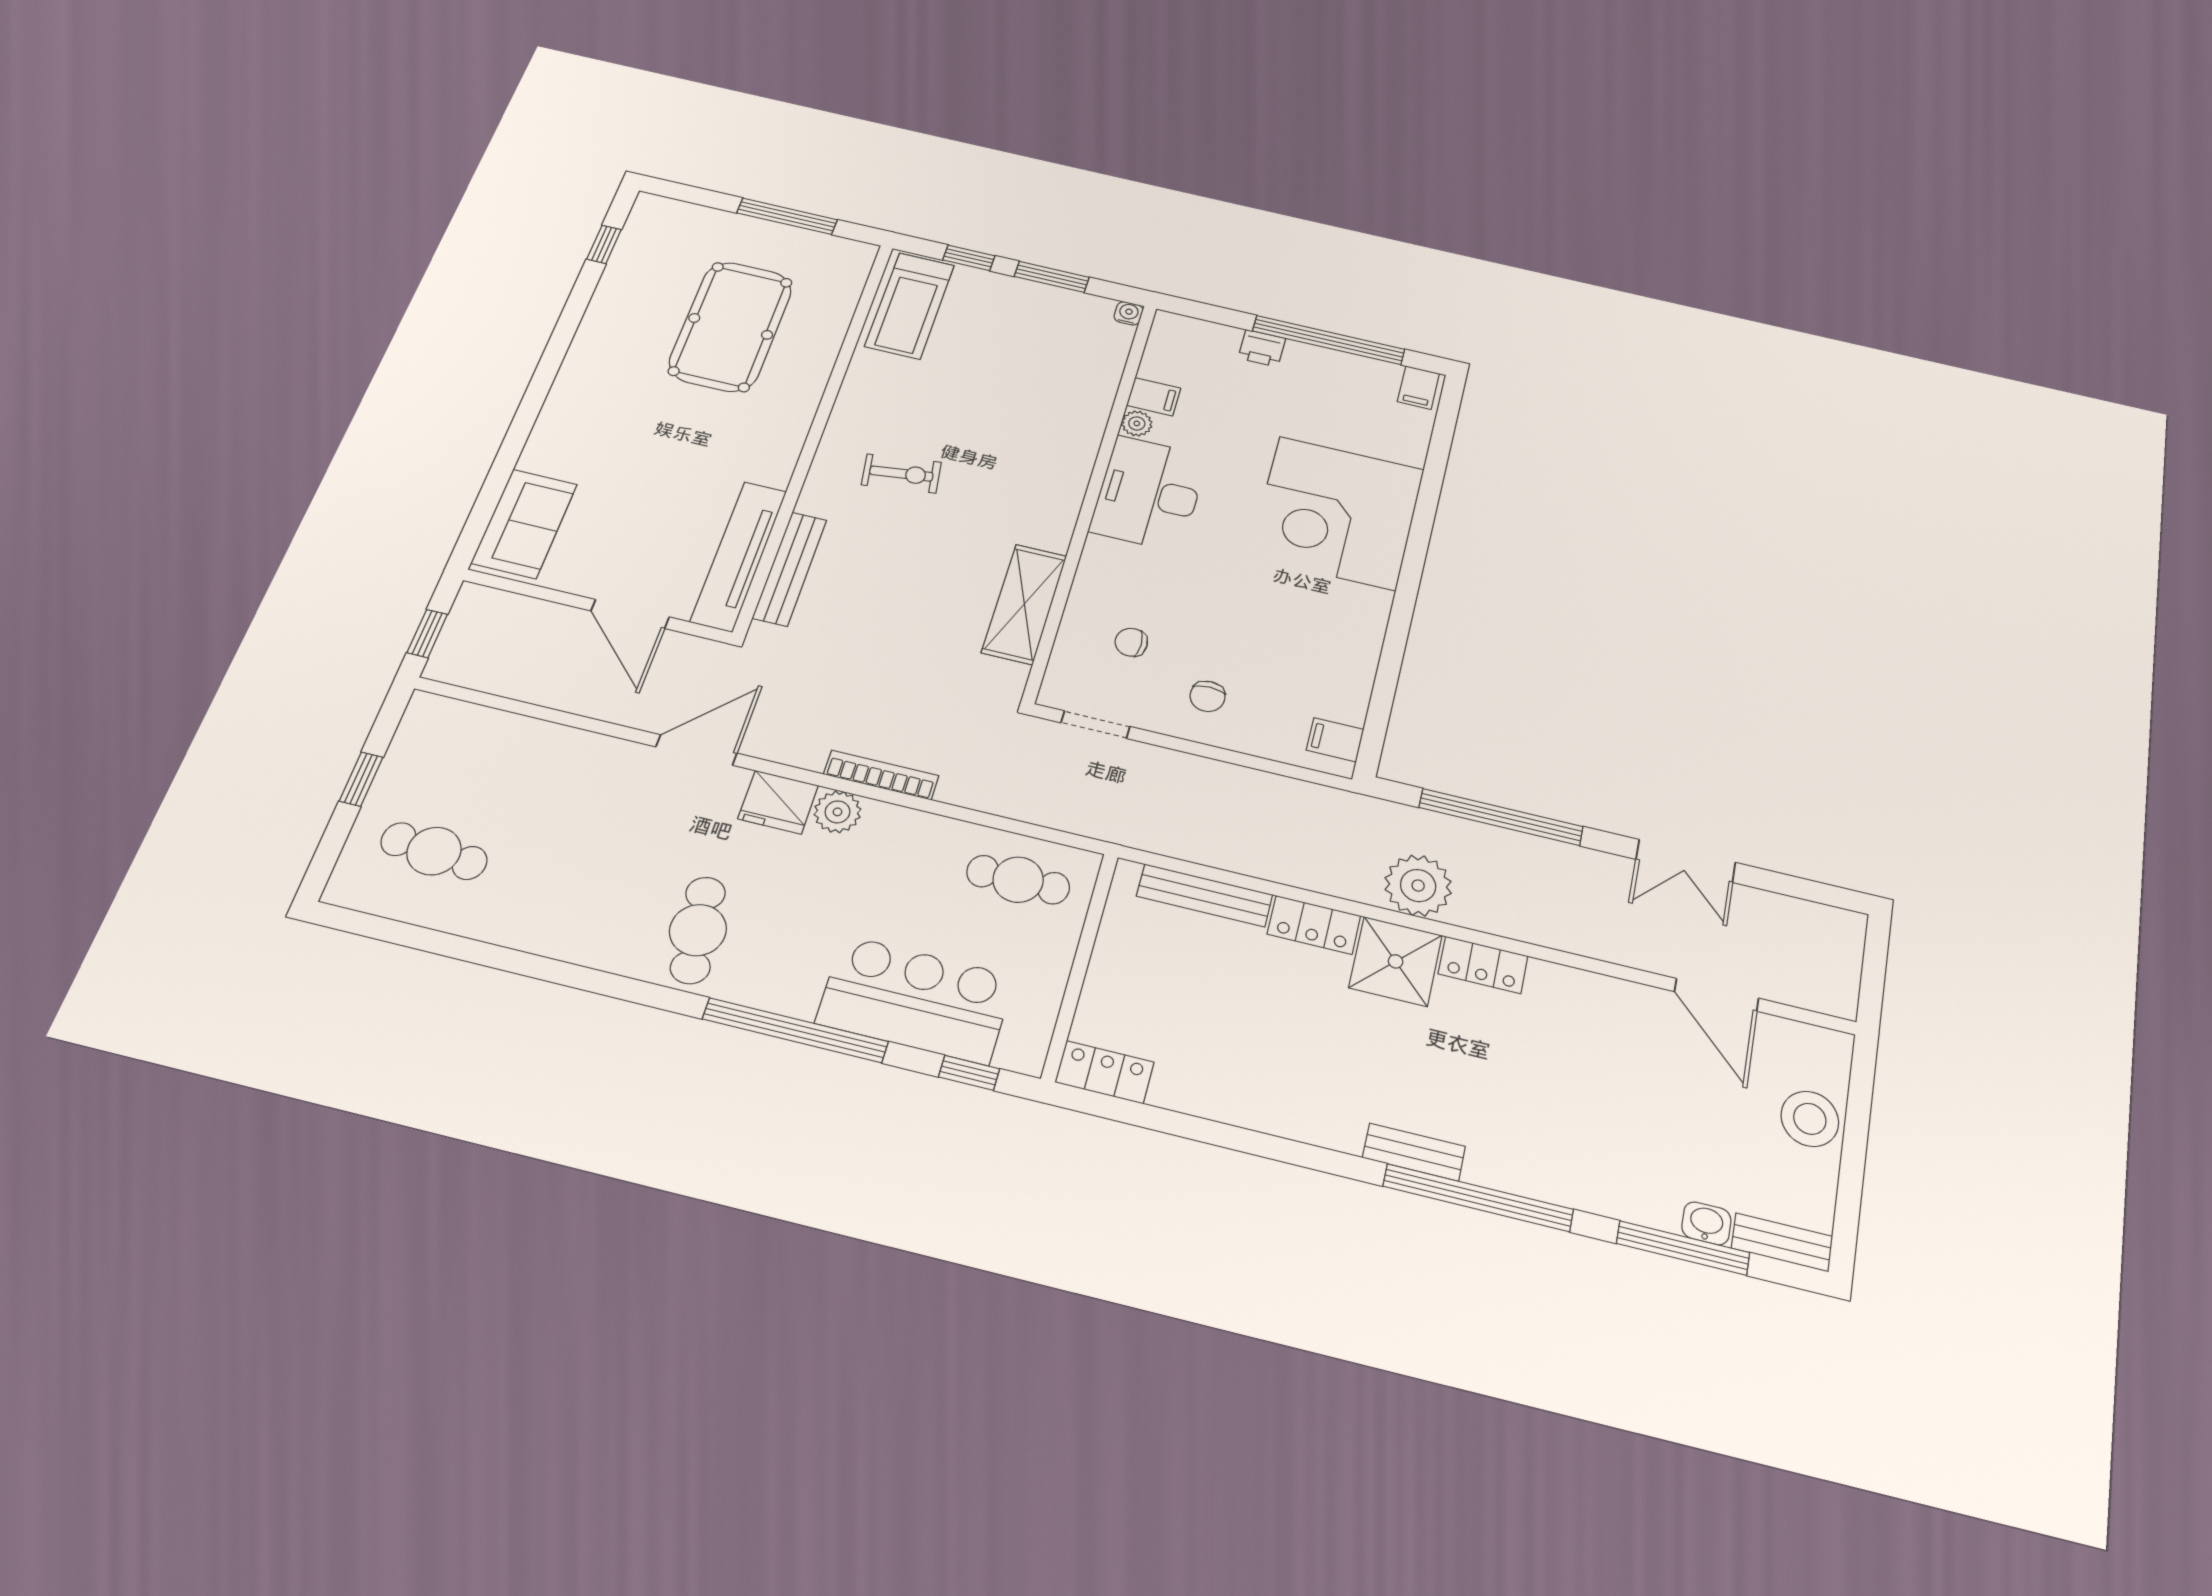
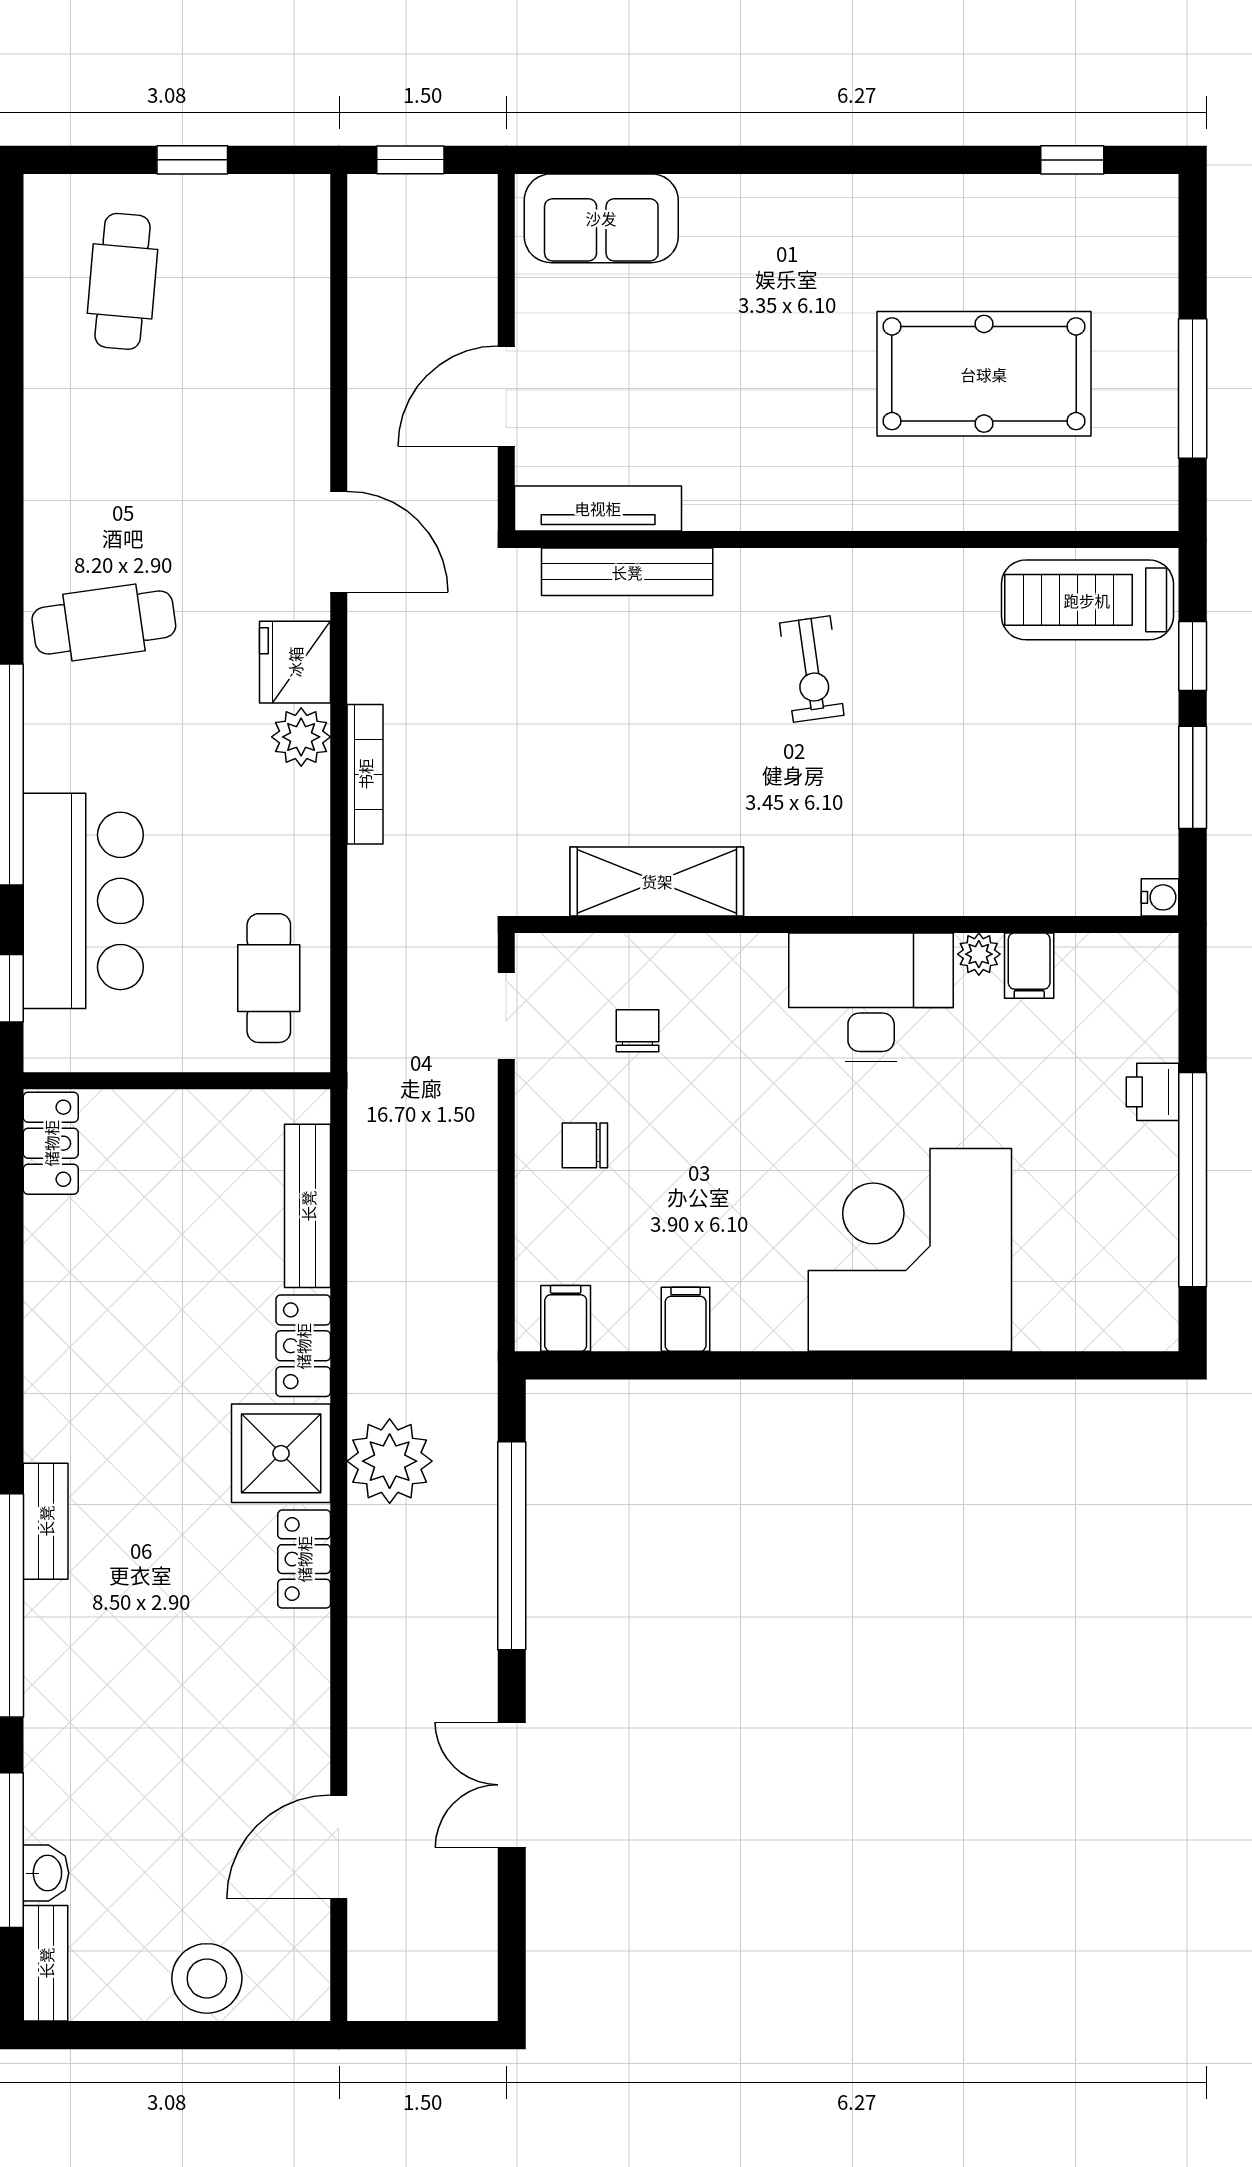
filing cabinet: (1418, 388) -> (686, 1319), moved, turned 90
tv unit: (739, 556) -> (598, 508), width x0.73, depth x0.78

